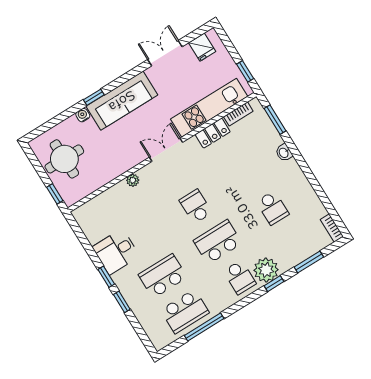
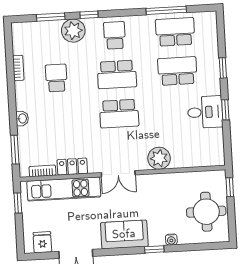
sofa: (122, 101) -> (124, 234), width x0.73
plant: (133, 180) -> (159, 158), width x1.88, depth x1.88
school desk: (196, 206) -> (119, 114), width x1.85
bookcase: (332, 228) -> (18, 68), moved
plant: (266, 270) -> (73, 31), moved
school desk: (163, 276) -> (177, 71), turned 180
window: (106, 277) -> (225, 110), moved

